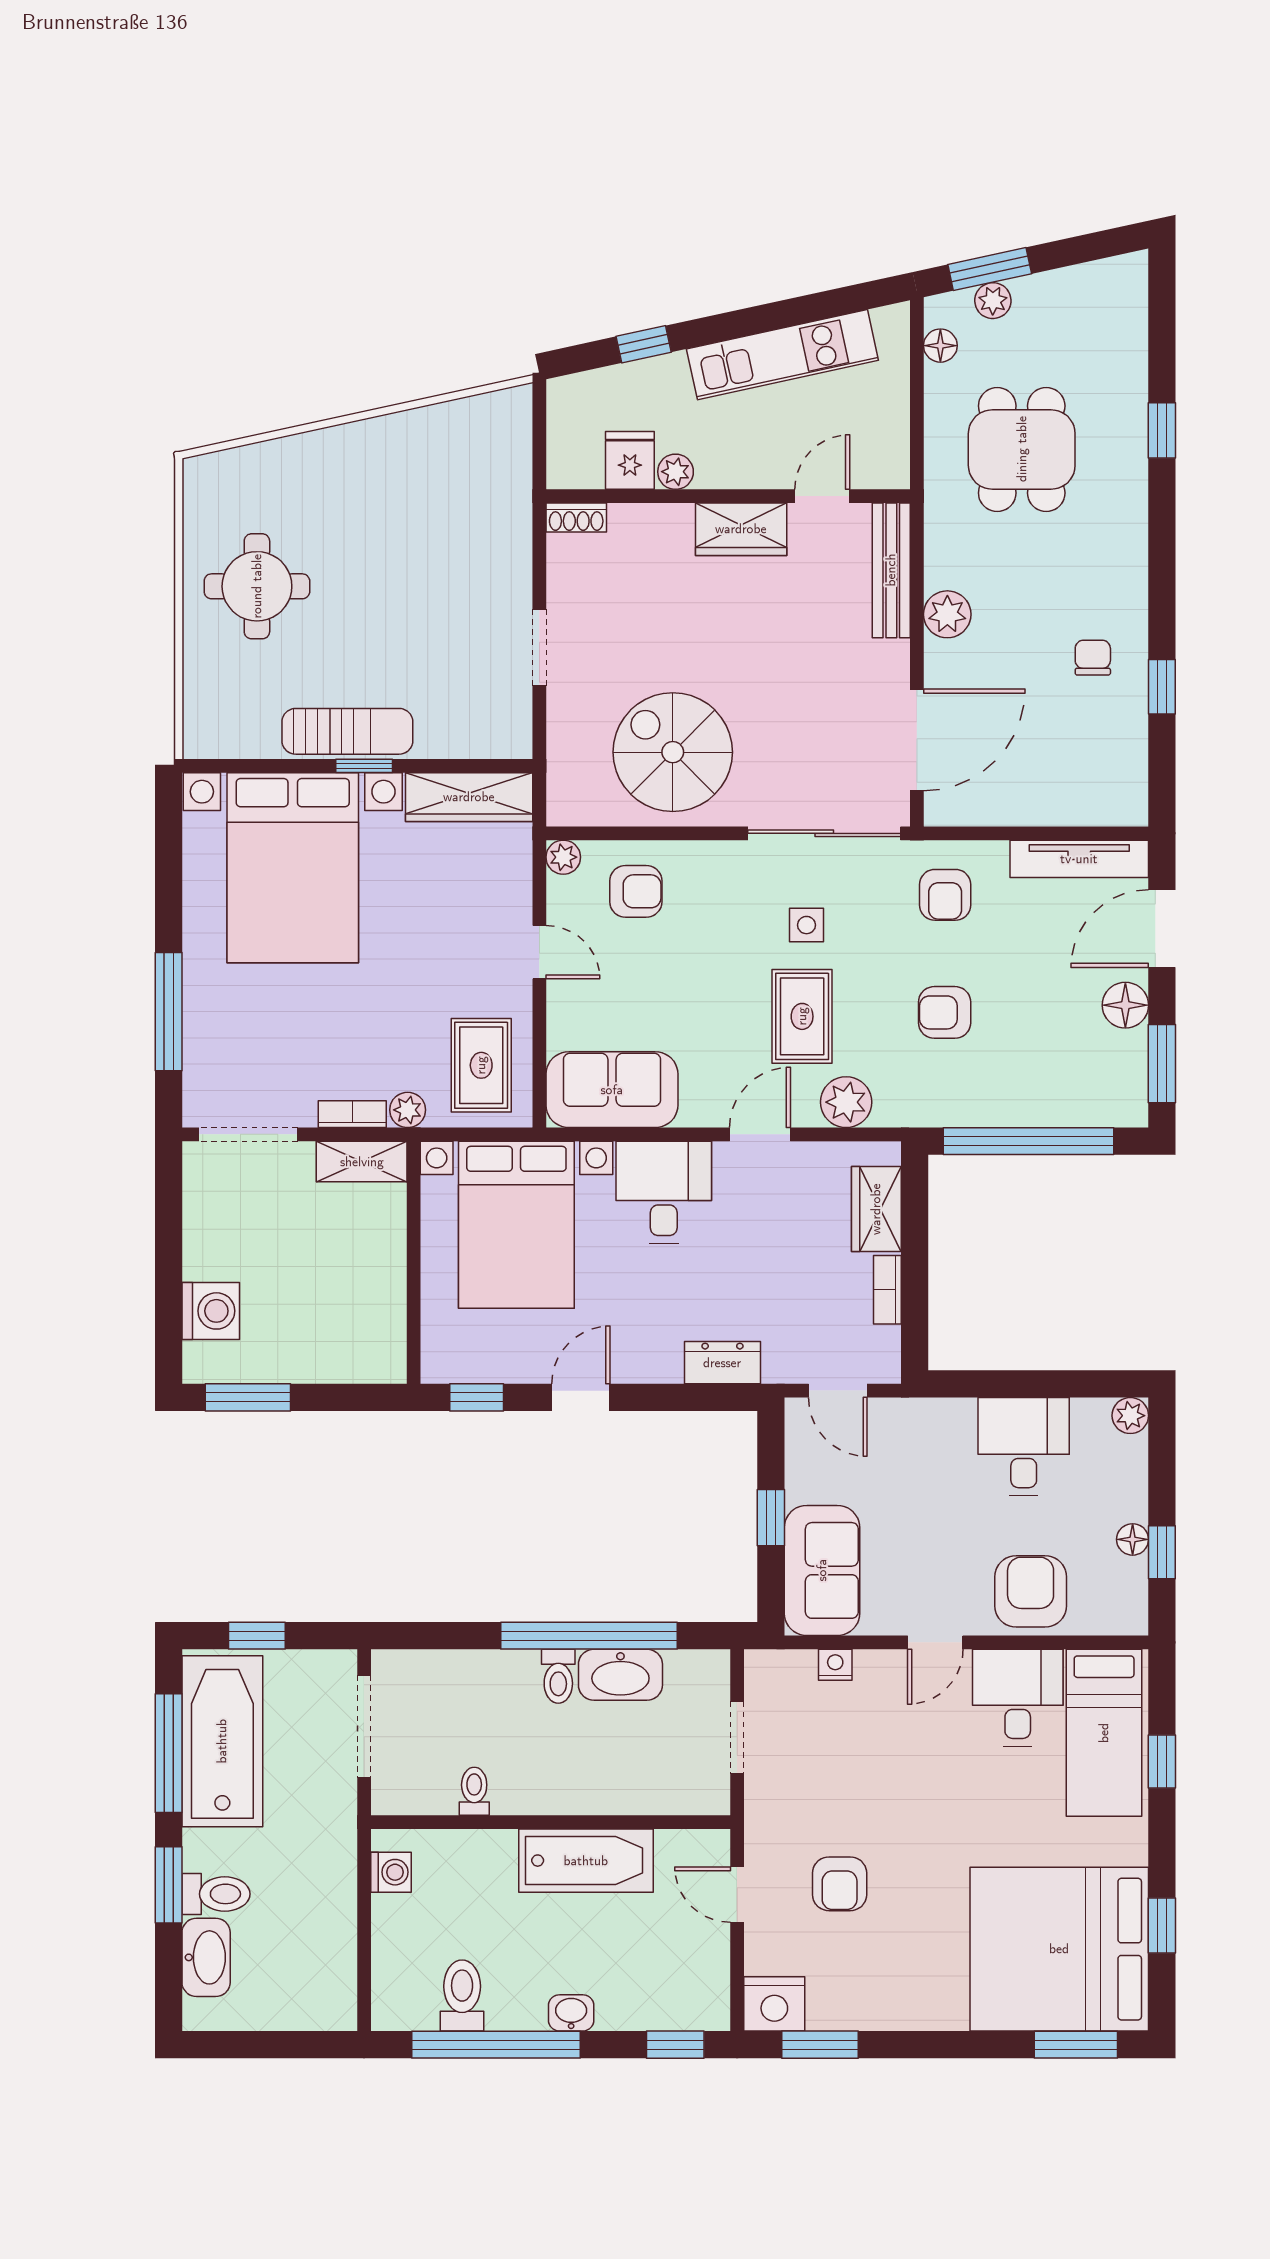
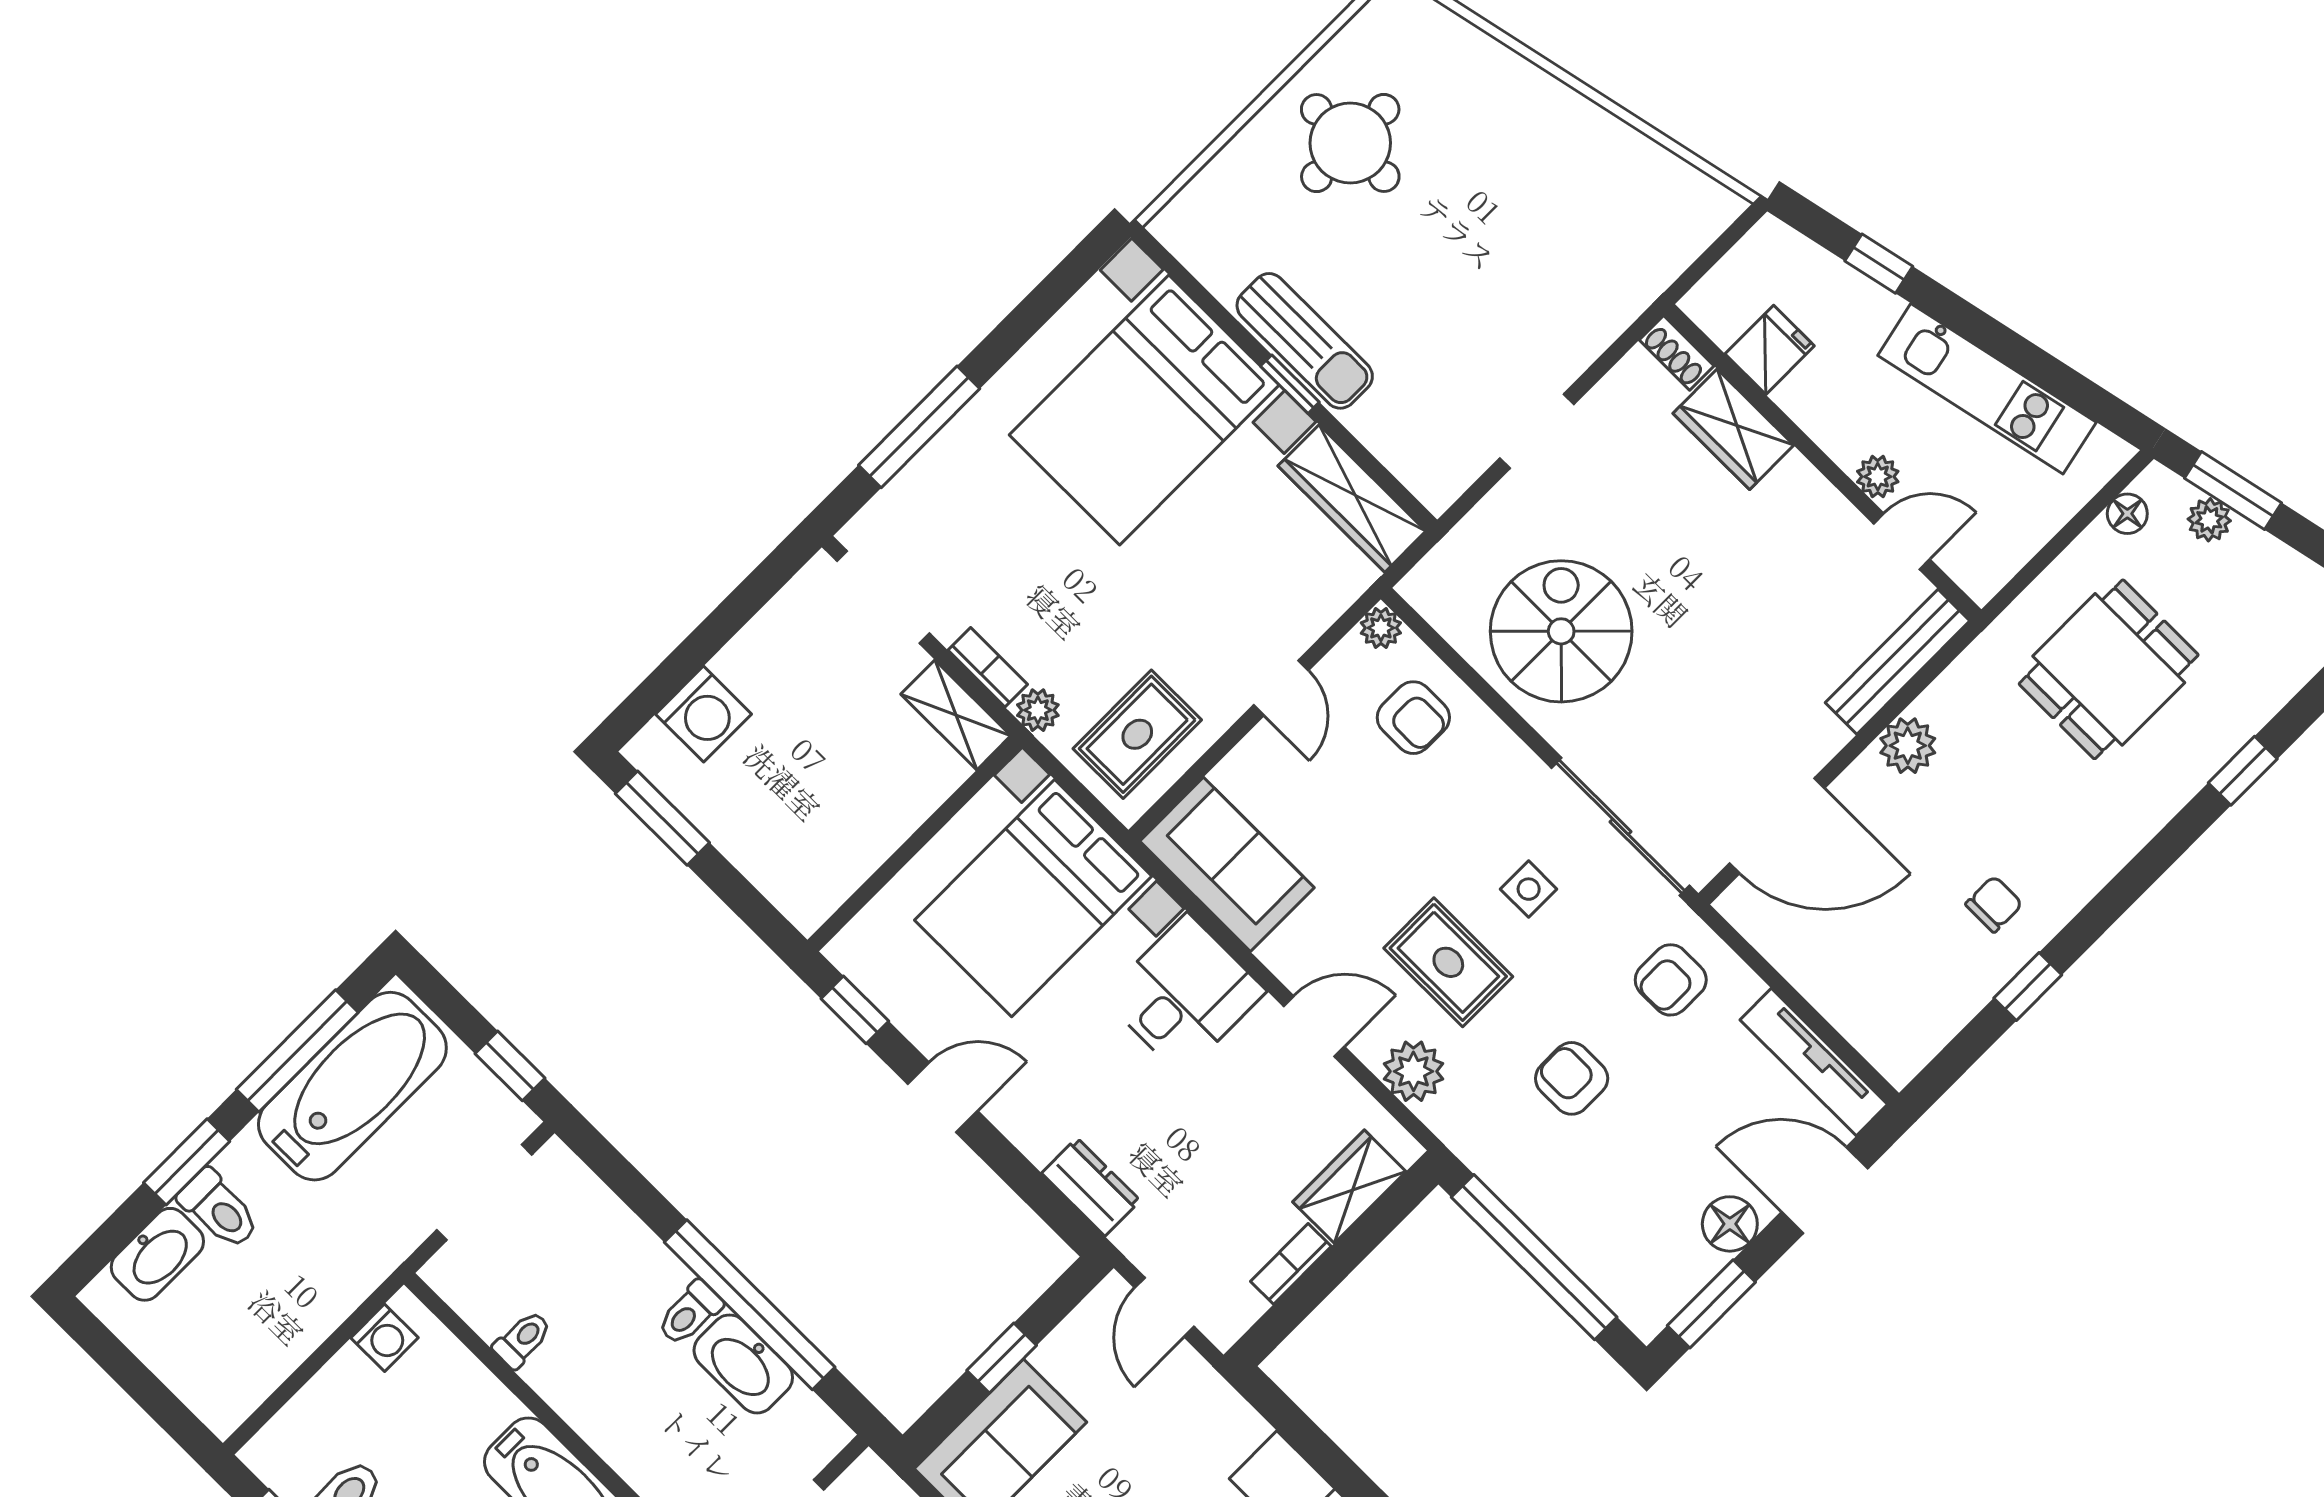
plant: (676, 472) -> (1878, 477), moved
wardrobe: (741, 529) -> (1733, 429), moved
rug: (802, 1016) -> (1448, 962), turned 90
window: (257, 1636) -> (510, 1066), moved

